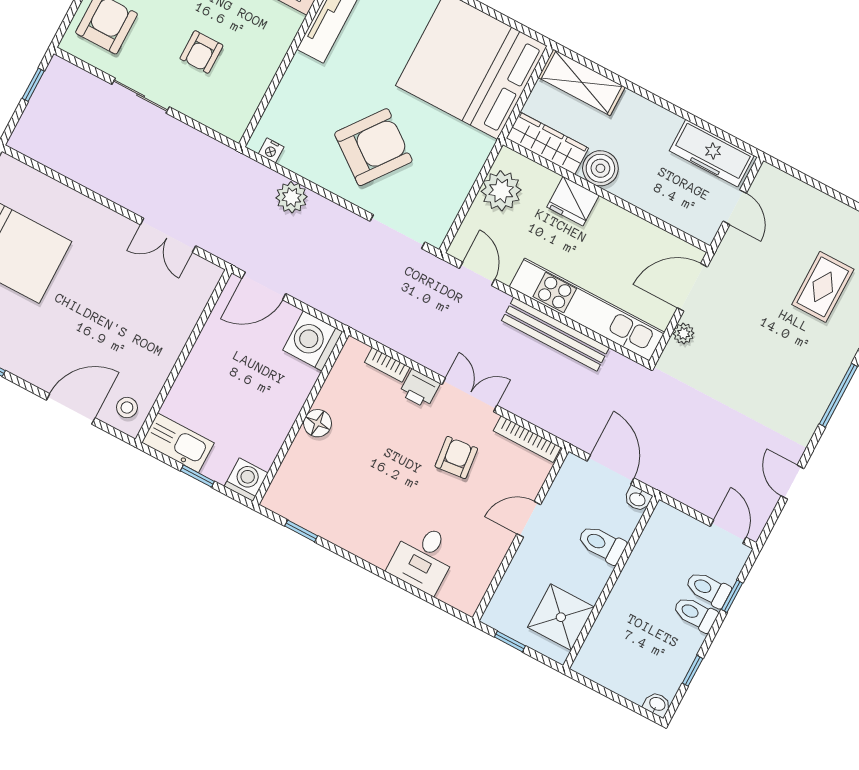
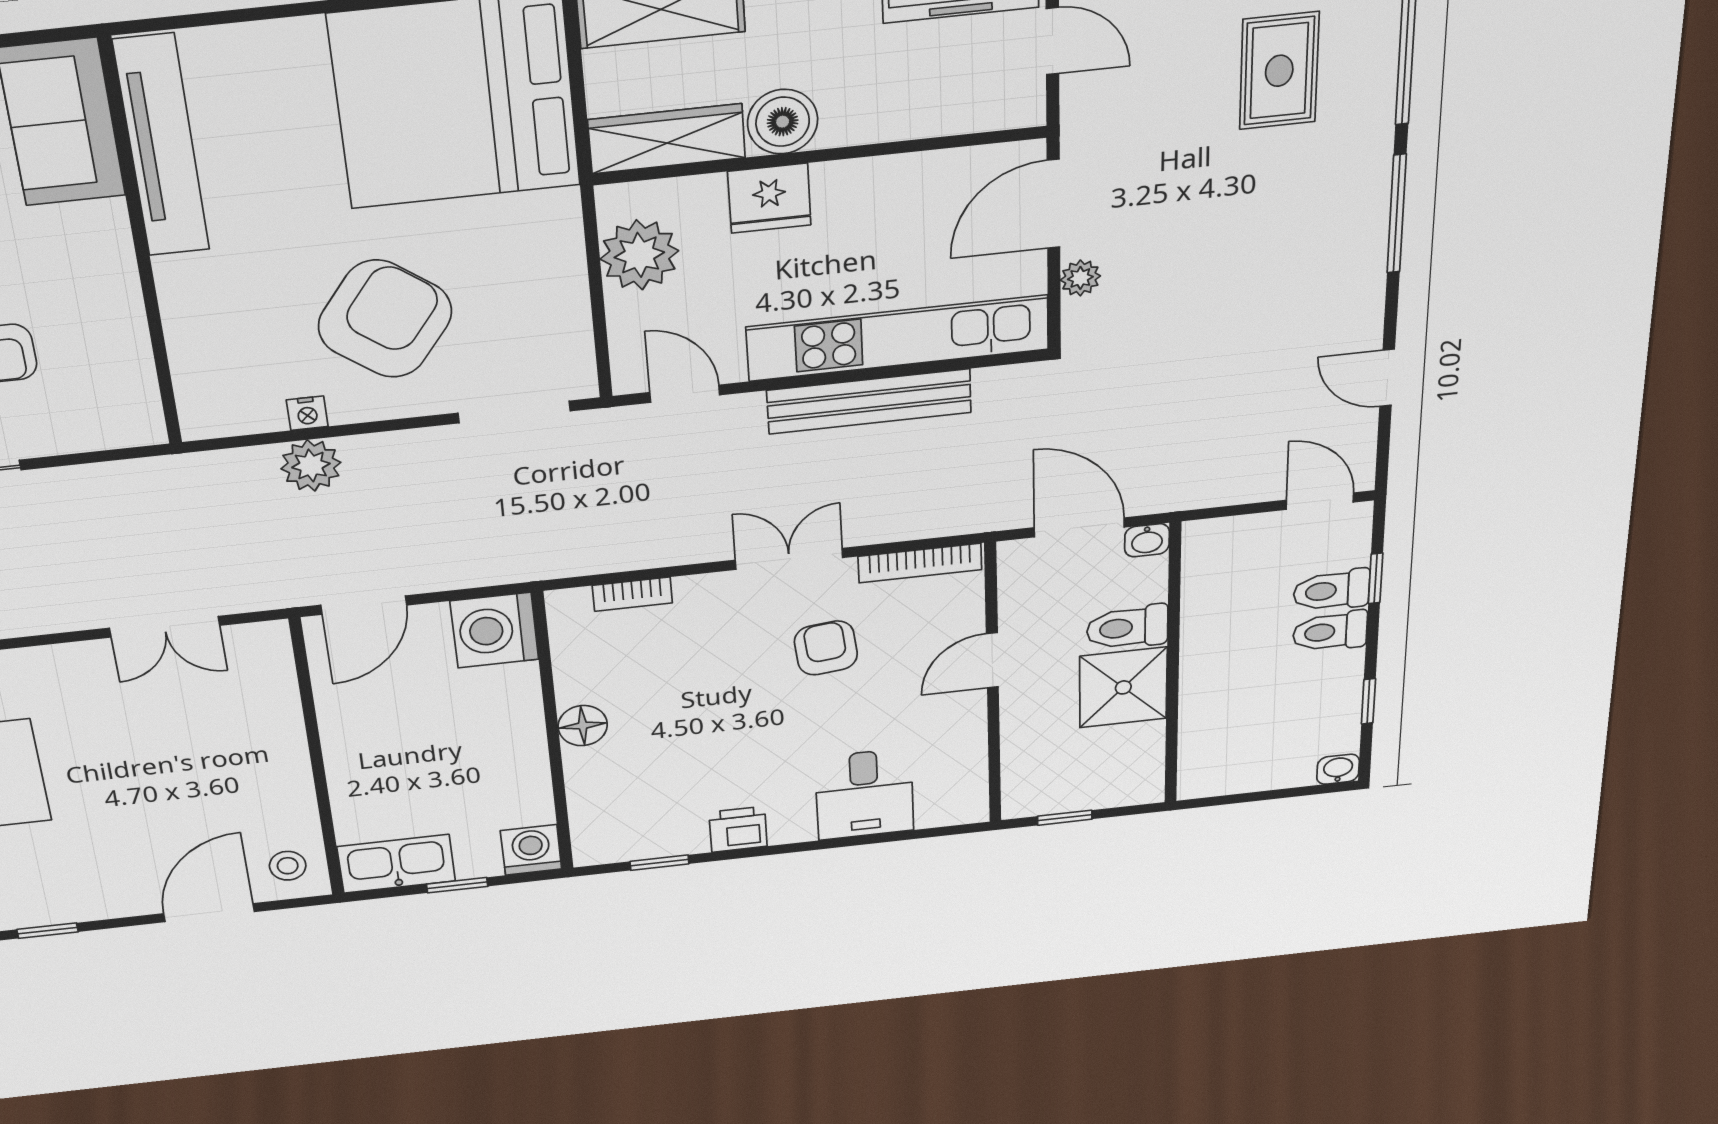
nightstand: (271, 150) -> (307, 413), moved
printer: (420, 389) -> (738, 829), moved, turned 180
shower: (561, 617) -> (1123, 687), moved

